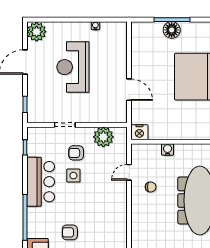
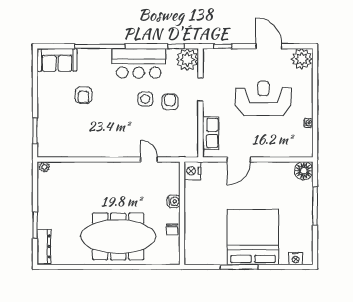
floor lamp: (172, 30) -> (304, 171), moved
row of seats: (105, 116) -> (210, 133), added
plant: (103, 137) -> (187, 60), moved
chair: (151, 187) -> (172, 230), moved
armchair: (70, 232) -> (83, 95), turned 180

